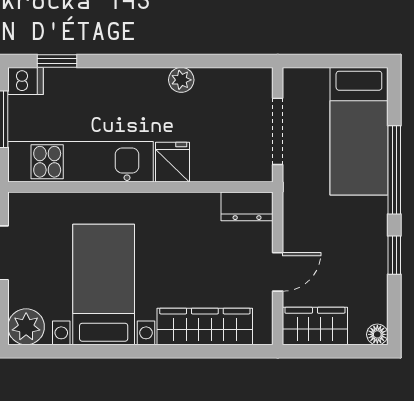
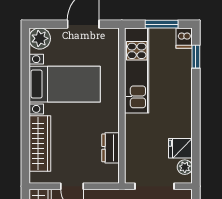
plant: (181, 80) -> (185, 167), moved
fridge: (173, 162) -> (180, 148), moved, turned 180
dresser: (247, 206) -> (111, 148), moved

